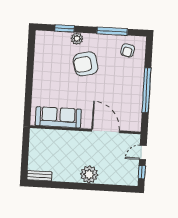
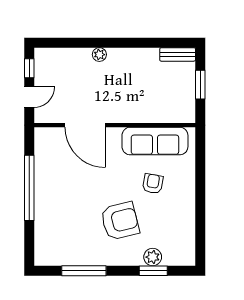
plant: (77, 39) -> (153, 257), moved
armchair: (128, 50) -> (153, 184), moved
window: (25, 154) -> (200, 85), added
plant: (89, 174) -> (99, 55), width x0.53, depth x0.53

